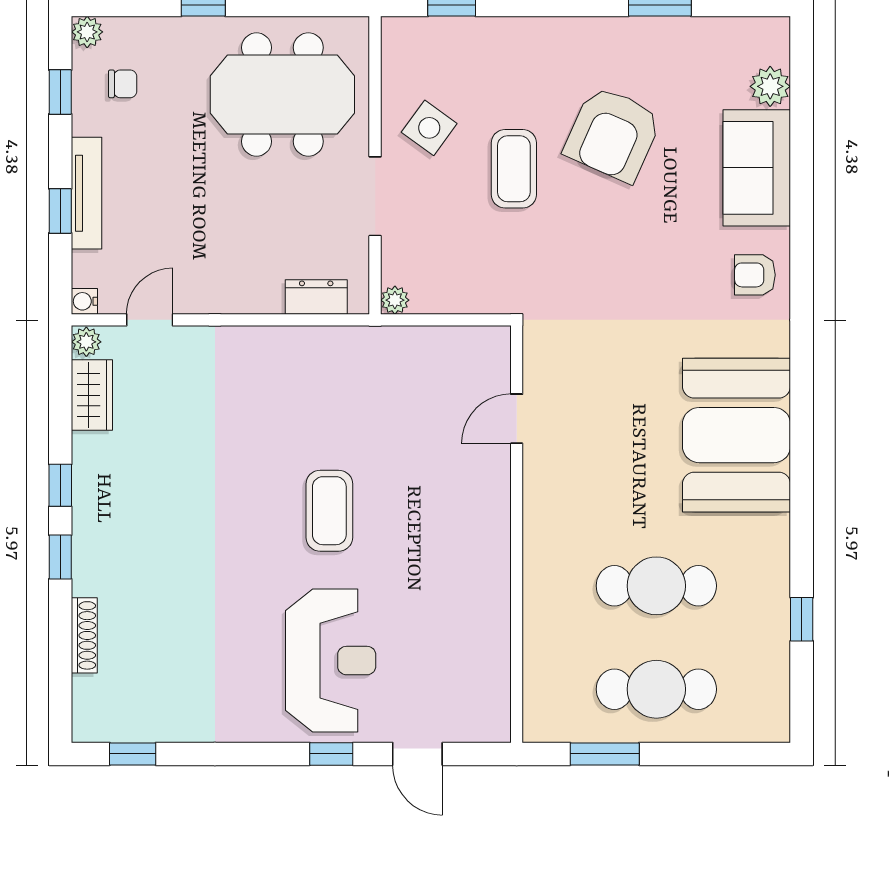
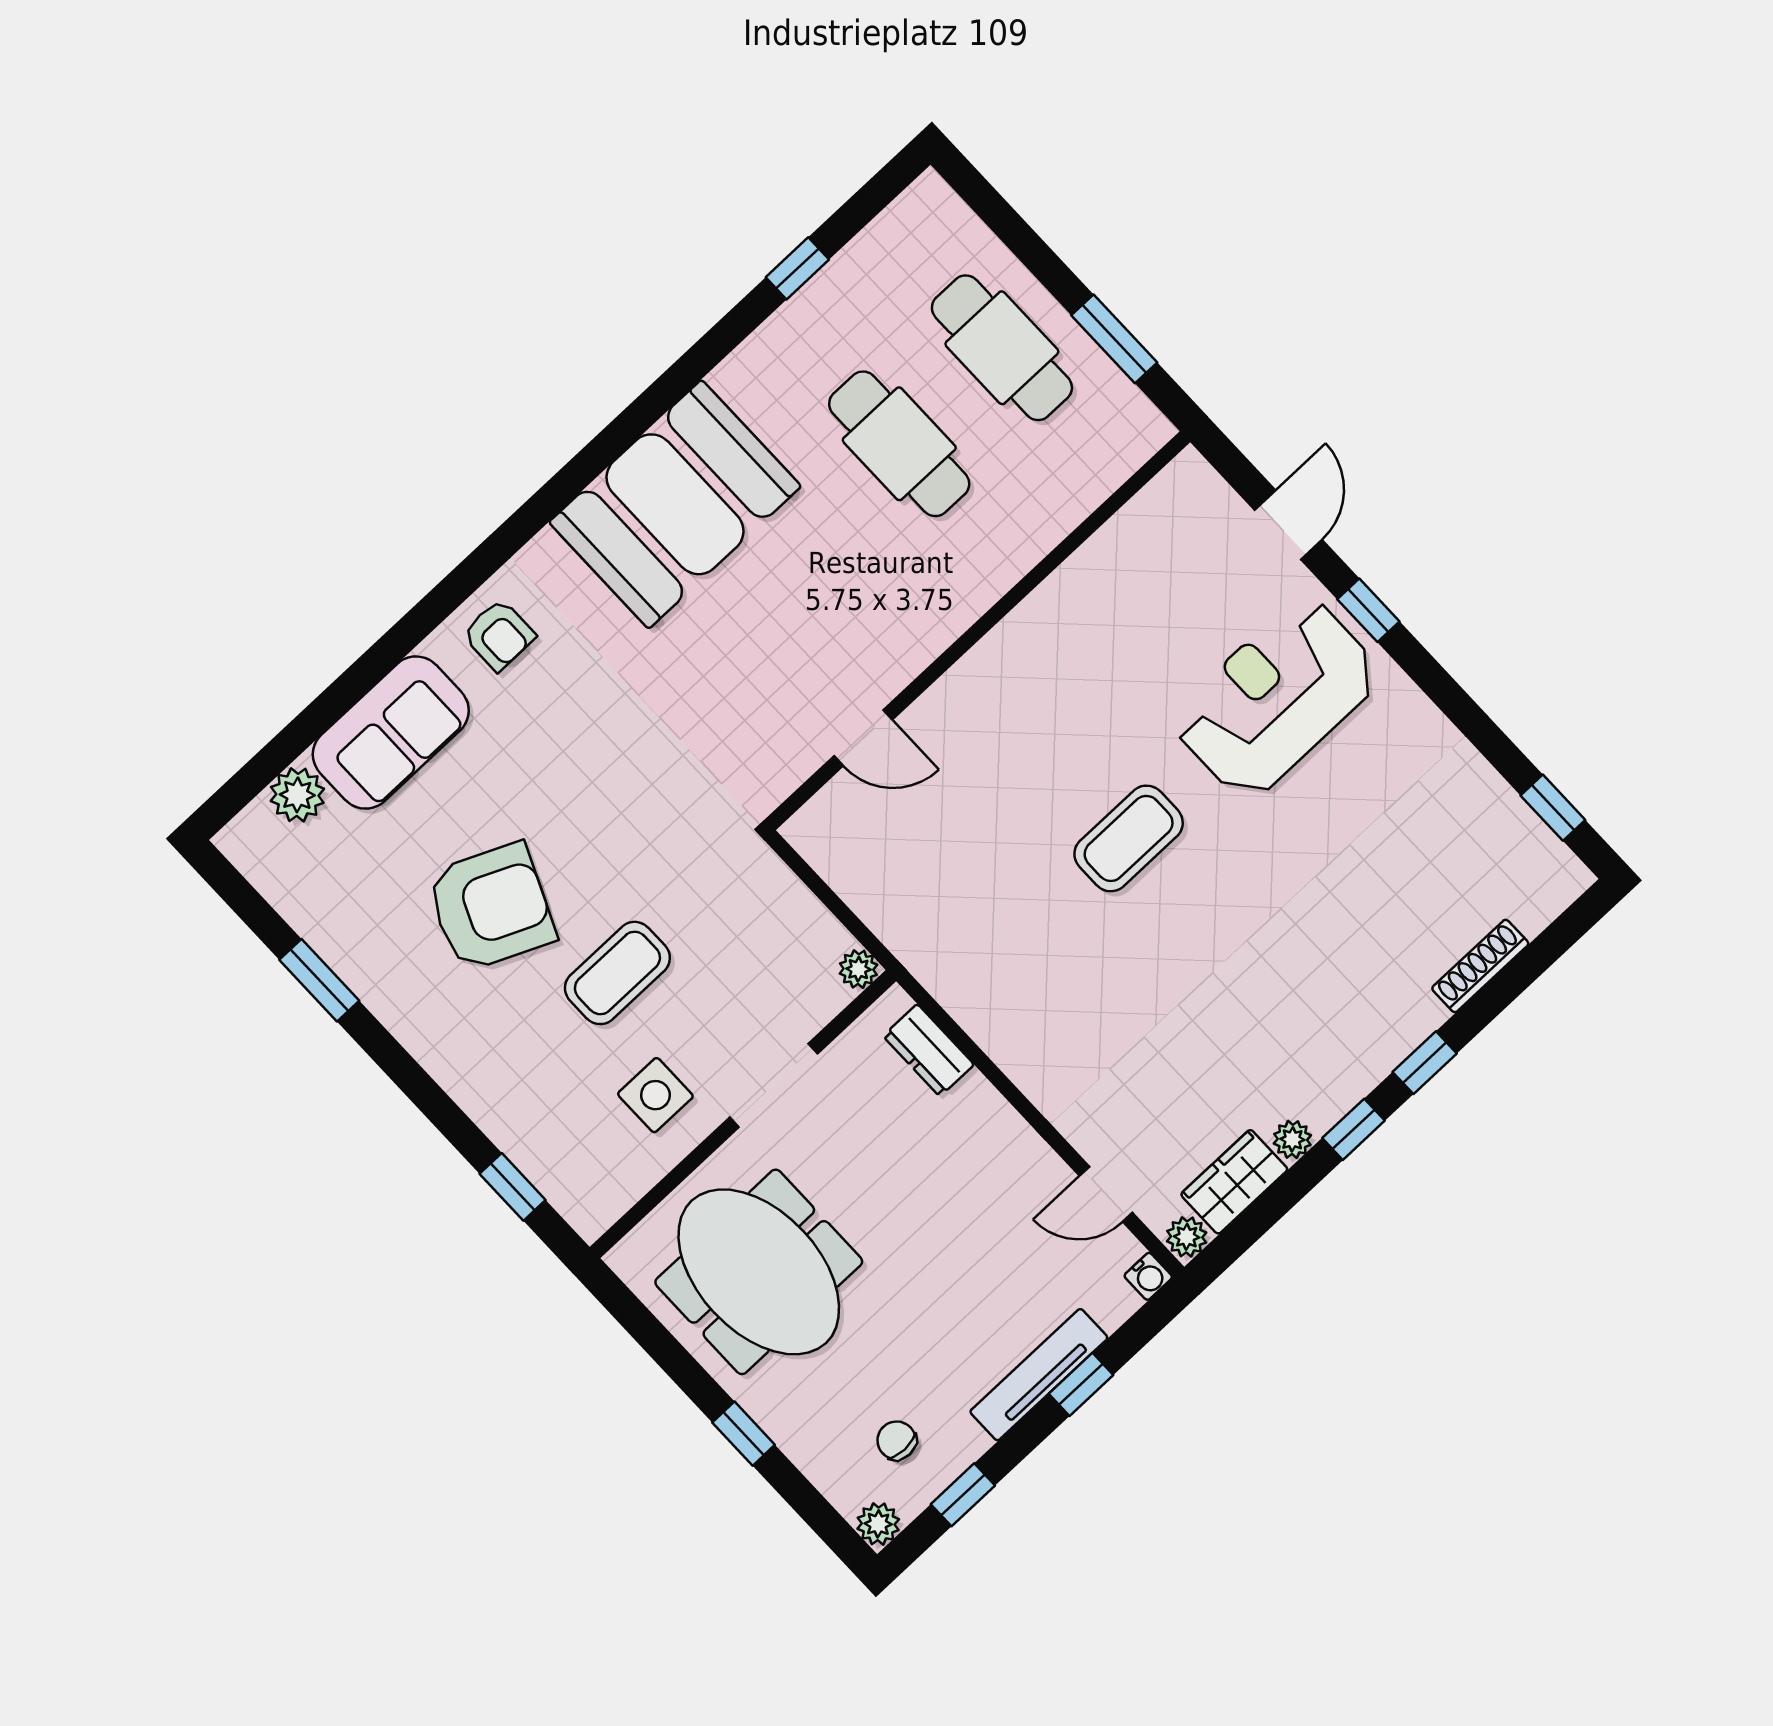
side table: (429, 128) -> (655, 1095), turned -36
plant: (85, 447) -> (1292, 1139), added

